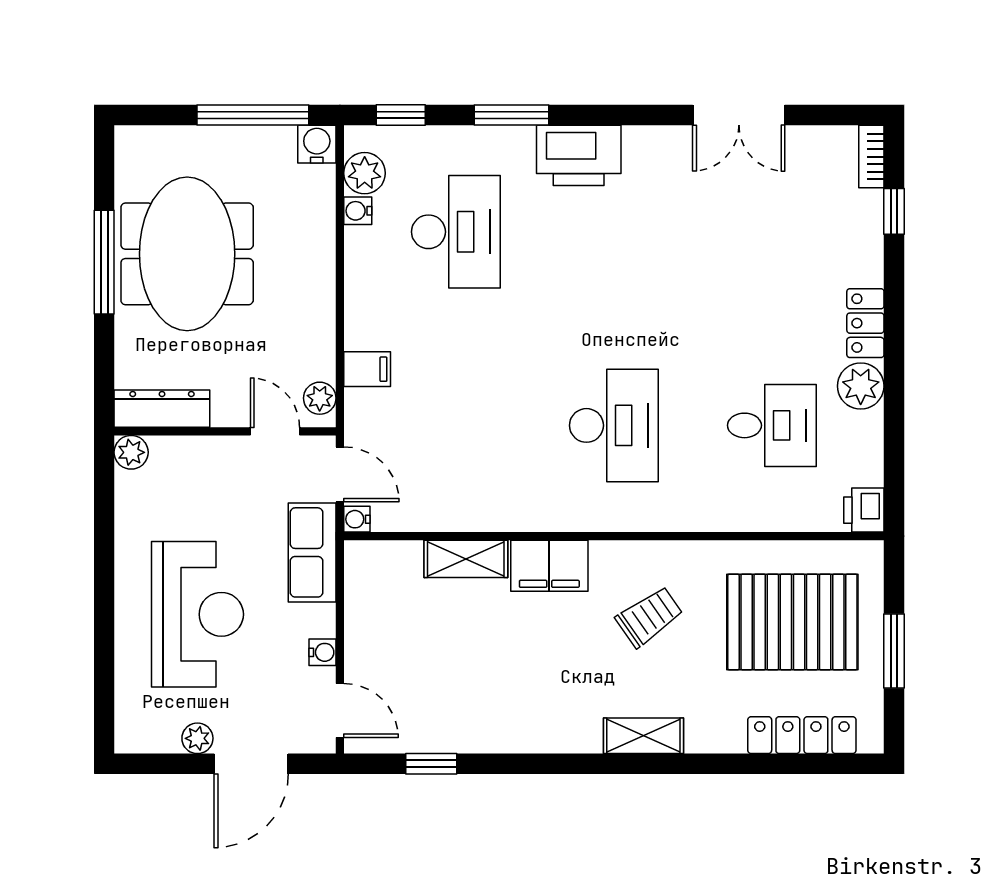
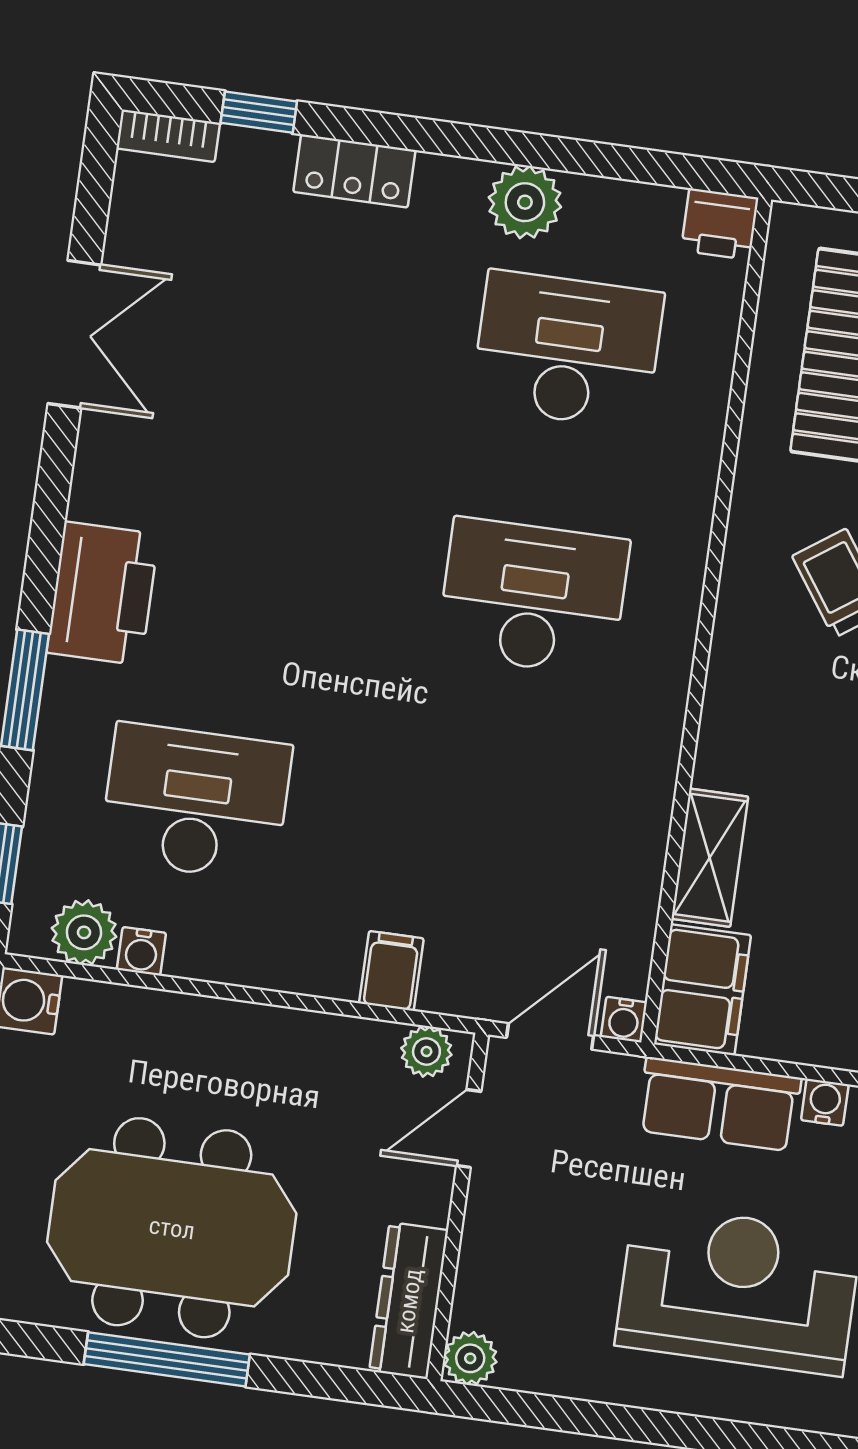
locker: (865, 323) -> (354, 171), moved
desk: (772, 425) -> (567, 350), width x1.37
row of seats: (312, 552) -> (719, 1104), moved
filing cabinet: (549, 566) -> (702, 990), moved

